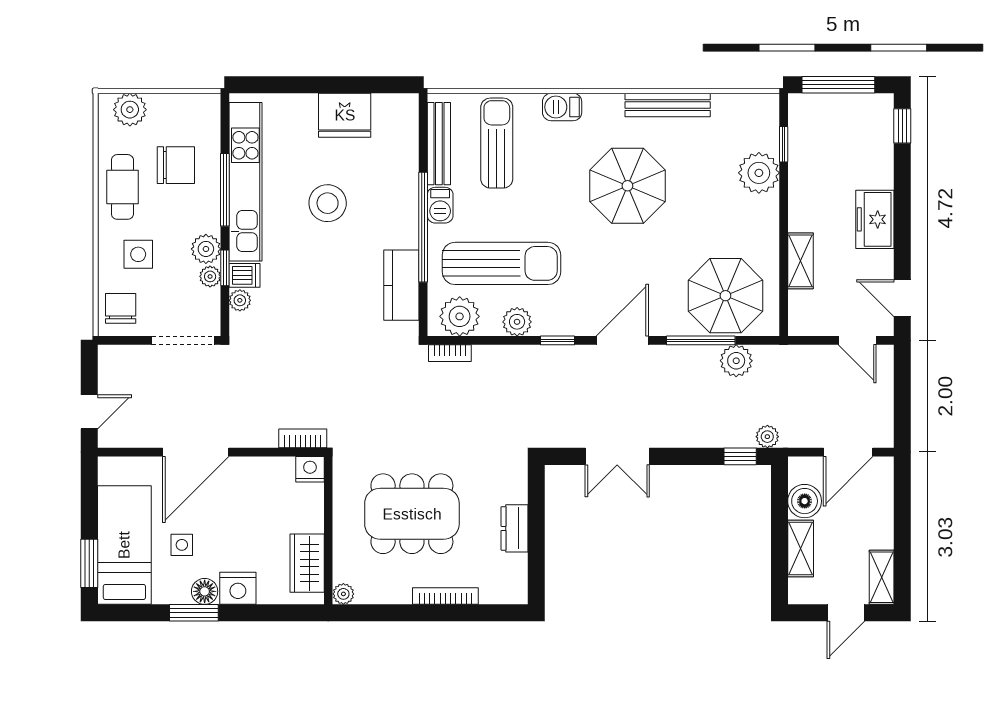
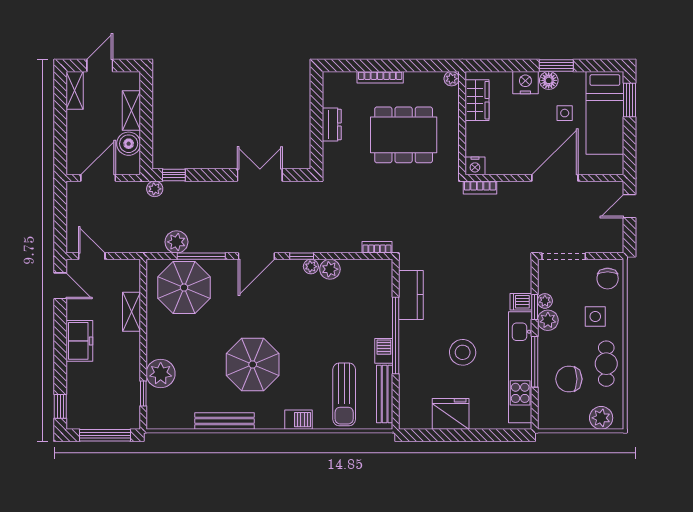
sun lounger: (502, 263) -> (341, 310), removed
plant: (240, 300) -> (524, 284), removed
plant: (460, 316) -> (311, 267), moved, width x0.53, depth x0.53

